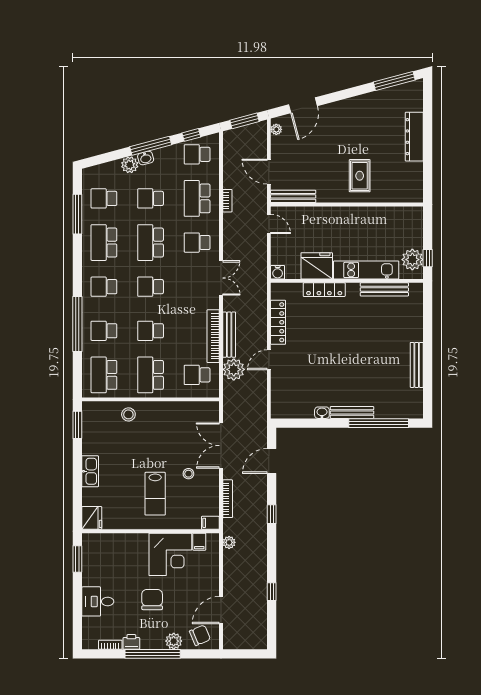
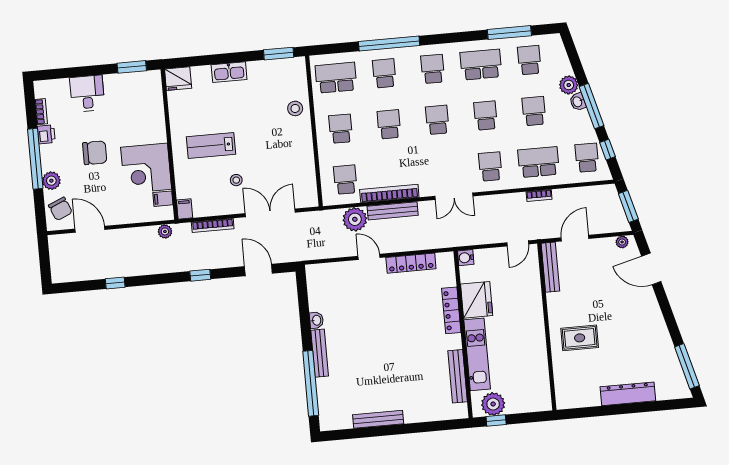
school desk: (151, 243) -> (486, 116), width x0.54
school desk: (151, 375) -> (341, 129), width x0.54

